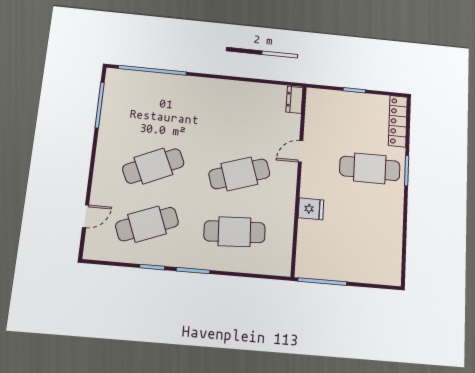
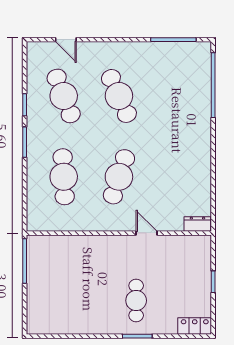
locker: (398, 121) -> (195, 326), width x0.66
cafe table: (370, 168) -> (136, 301), width x0.73, depth x0.74
cafe table: (239, 174) -> (119, 177), turned 36
fridge: (311, 209) -> (92, 246), removed

